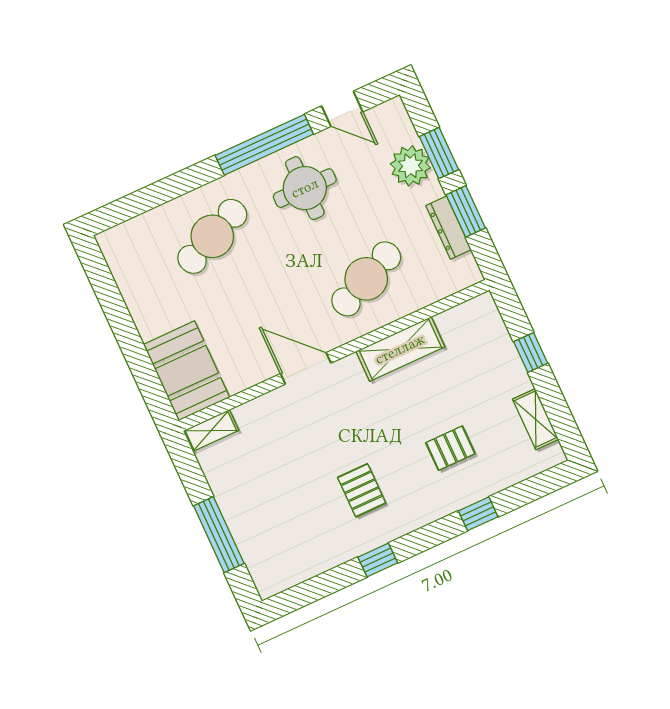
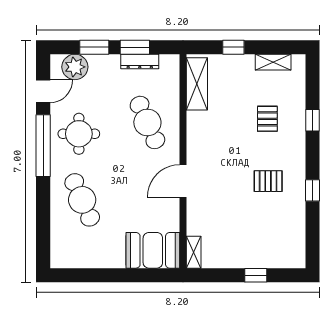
plant: (410, 166) -> (75, 67), moved
shelving: (400, 349) -> (197, 84), moved
window: (219, 535) -> (256, 275), width x0.46

